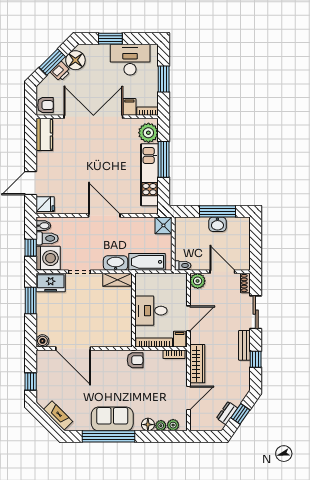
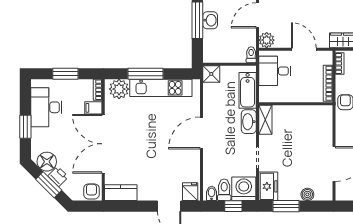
desk: (151, 311) -> (275, 71), moved, turned 90
filing cabinet: (180, 339) -> (325, 58), removed
boiler: (42, 341) -> (307, 194), moved

